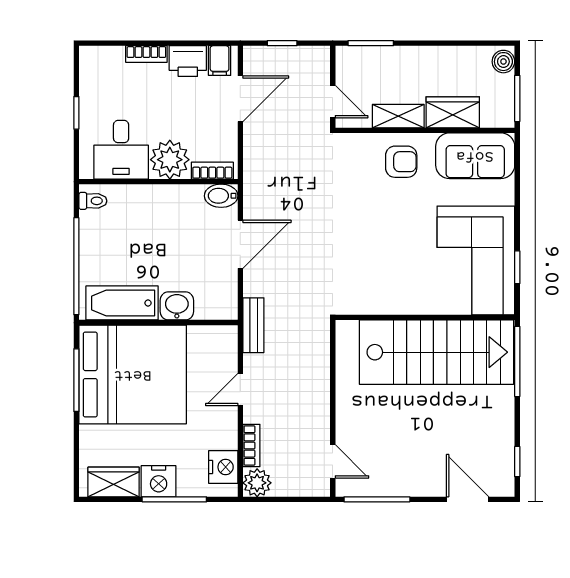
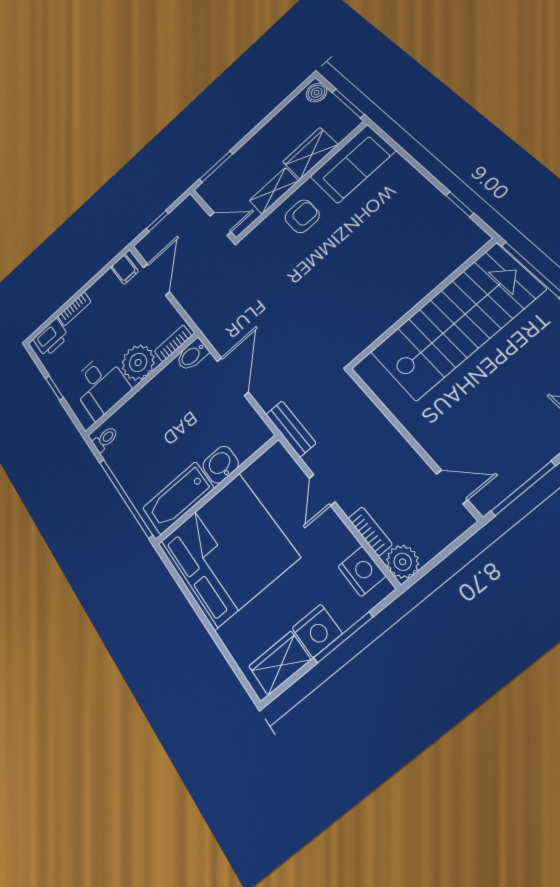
printer: (188, 61) -> (51, 338), moved
corner sofa: (476, 260) -> (422, 229), removed
window: (76, 380) -> (187, 593), removed

